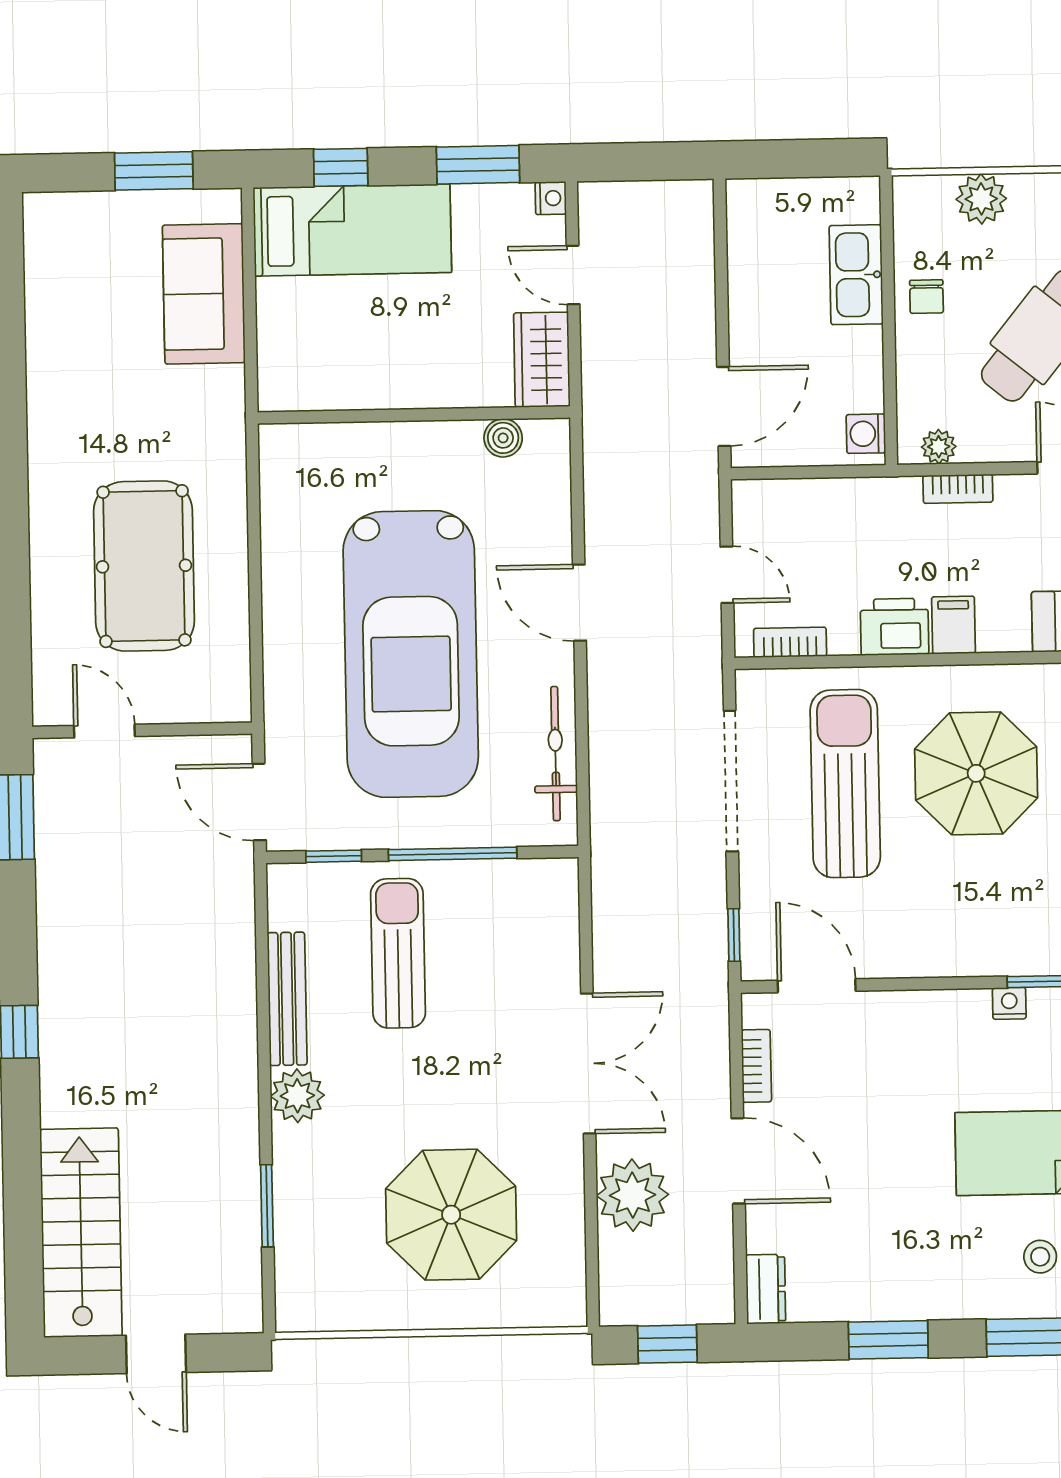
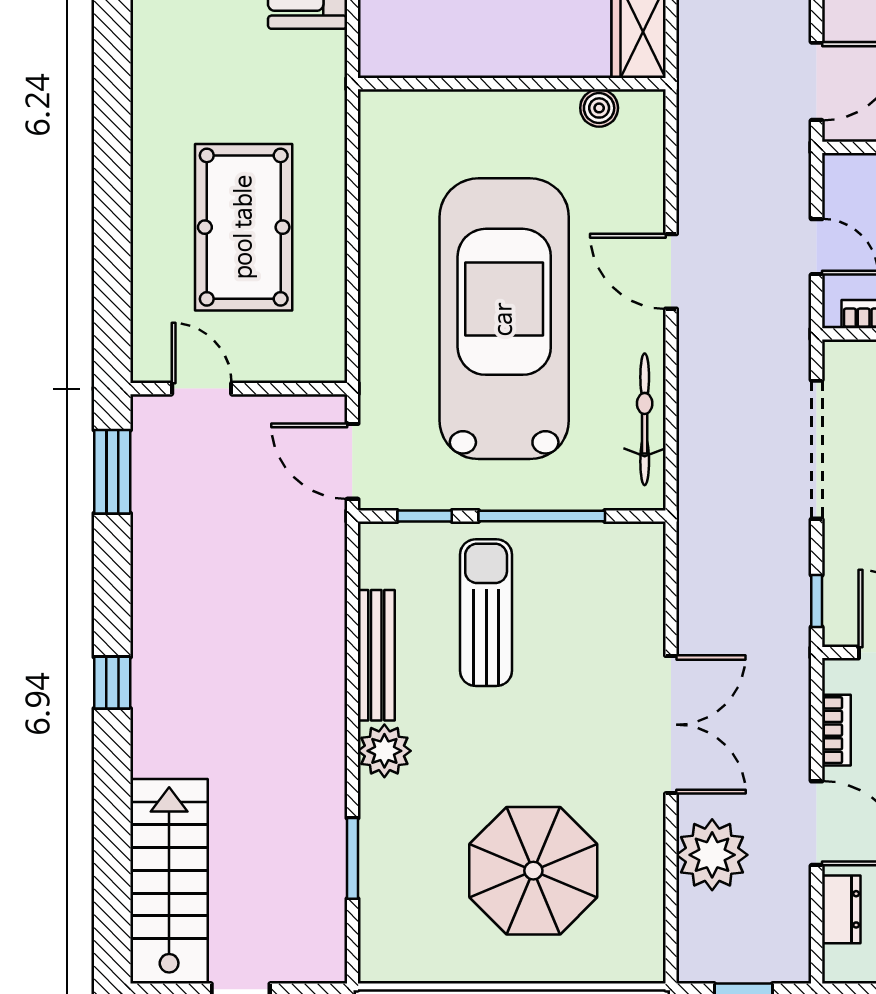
car: (411, 654) -> (504, 319), turned 180
dresser: (766, 1289) -> (841, 909), moved

